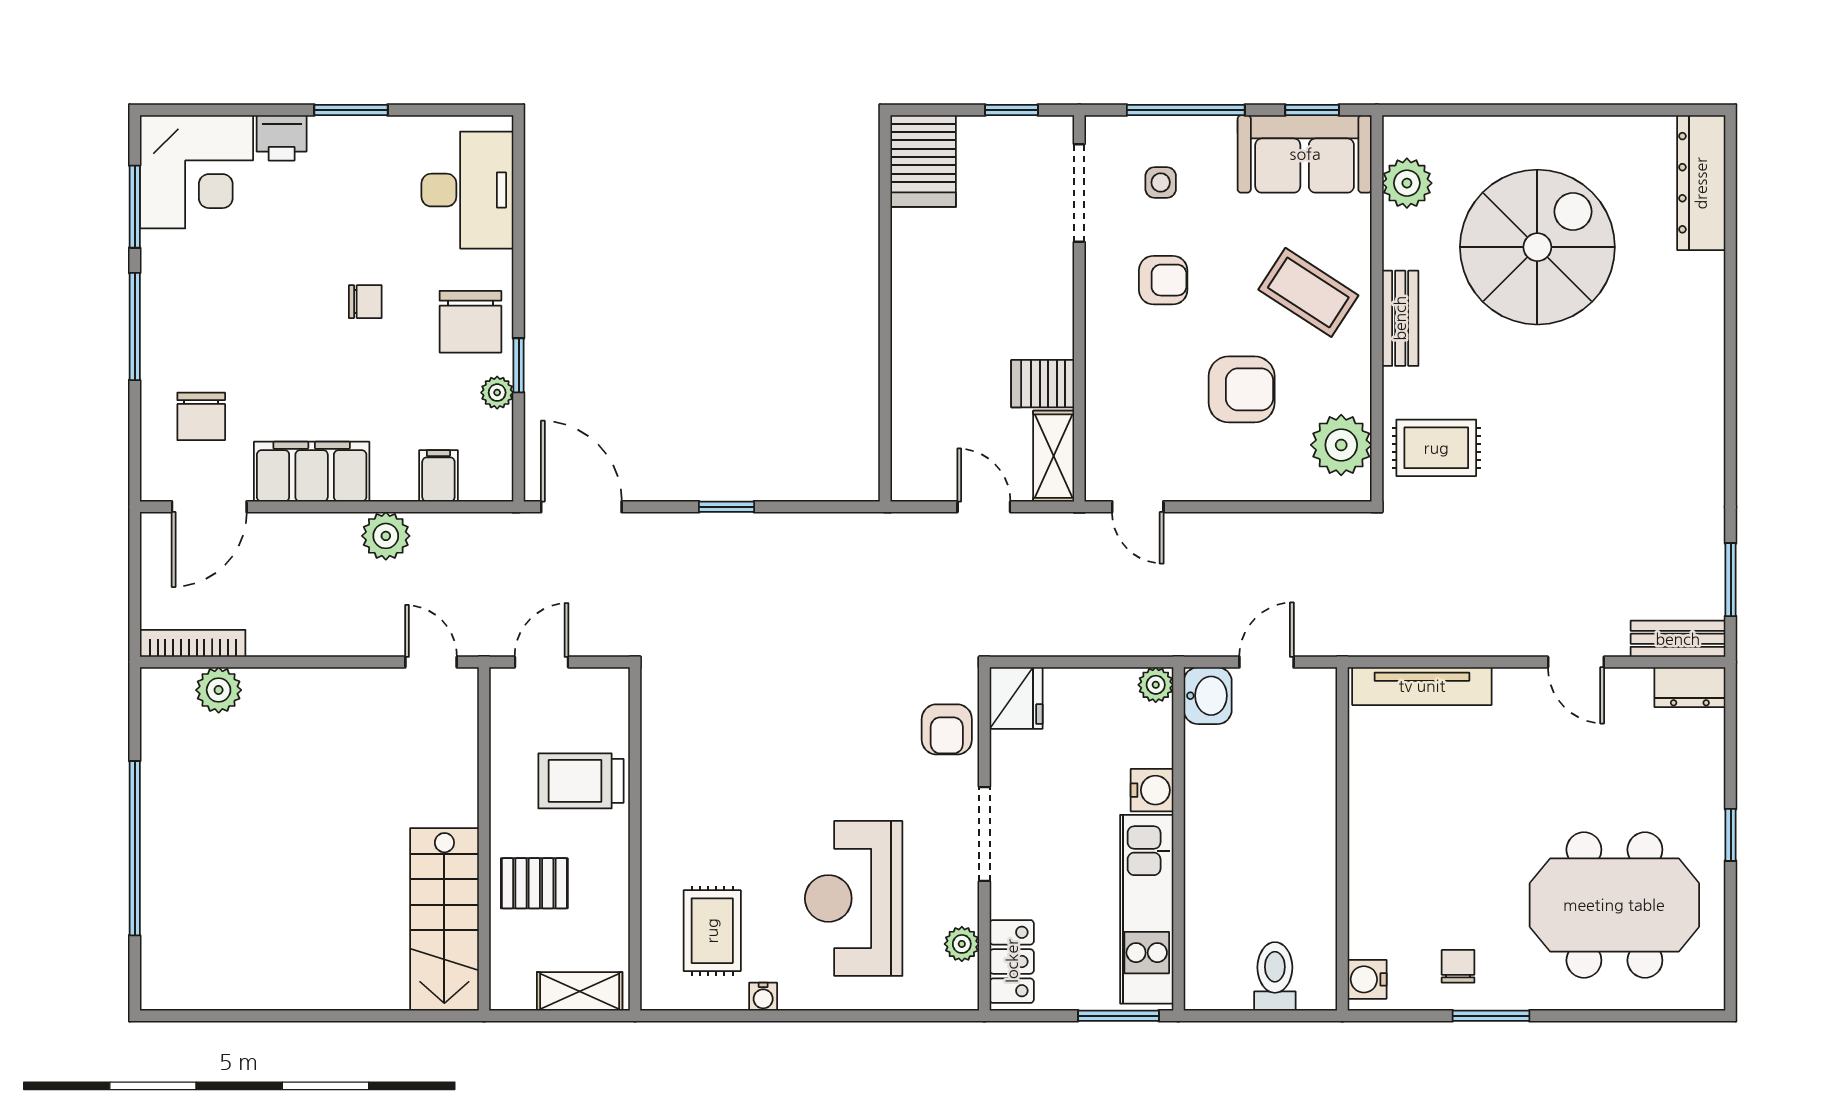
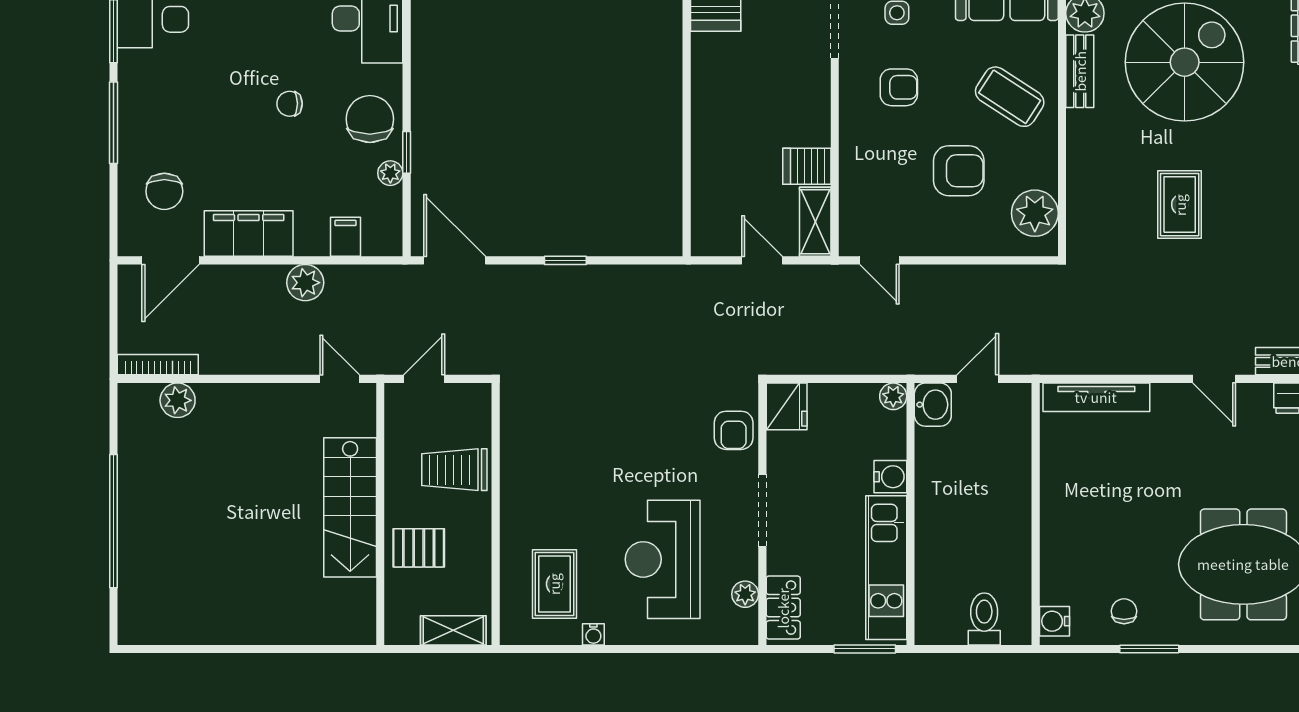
chair: (365, 302) -> (290, 104), turned 180
bench: (1400, 318) -> (1080, 71), moved
chair: (470, 322) -> (370, 119), turned 180
rug: (1436, 448) -> (1180, 205), moved, turned 90
stairs: (444, 919) -> (350, 507), moved

